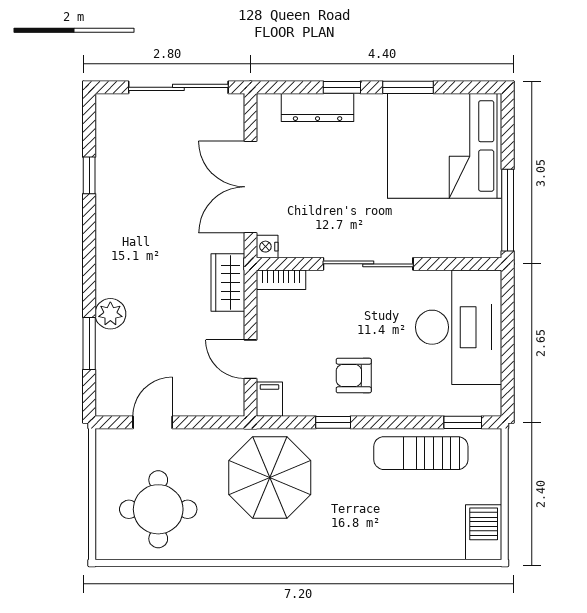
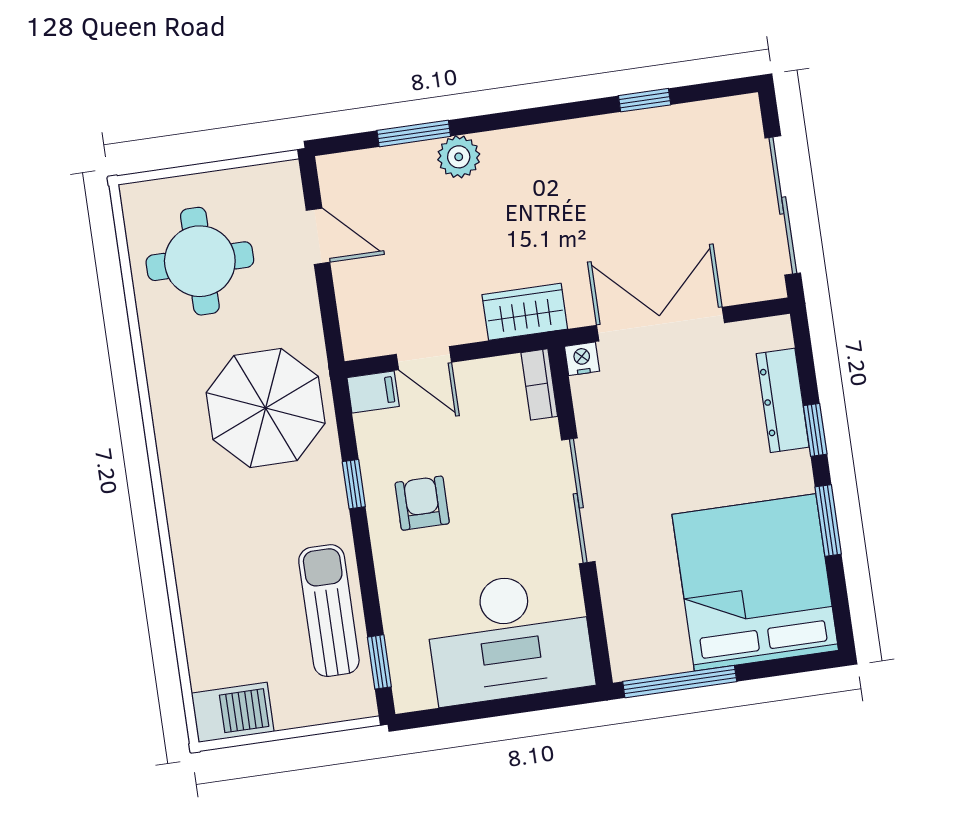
door: (250, 359) -> (424, 358), swing flipped

